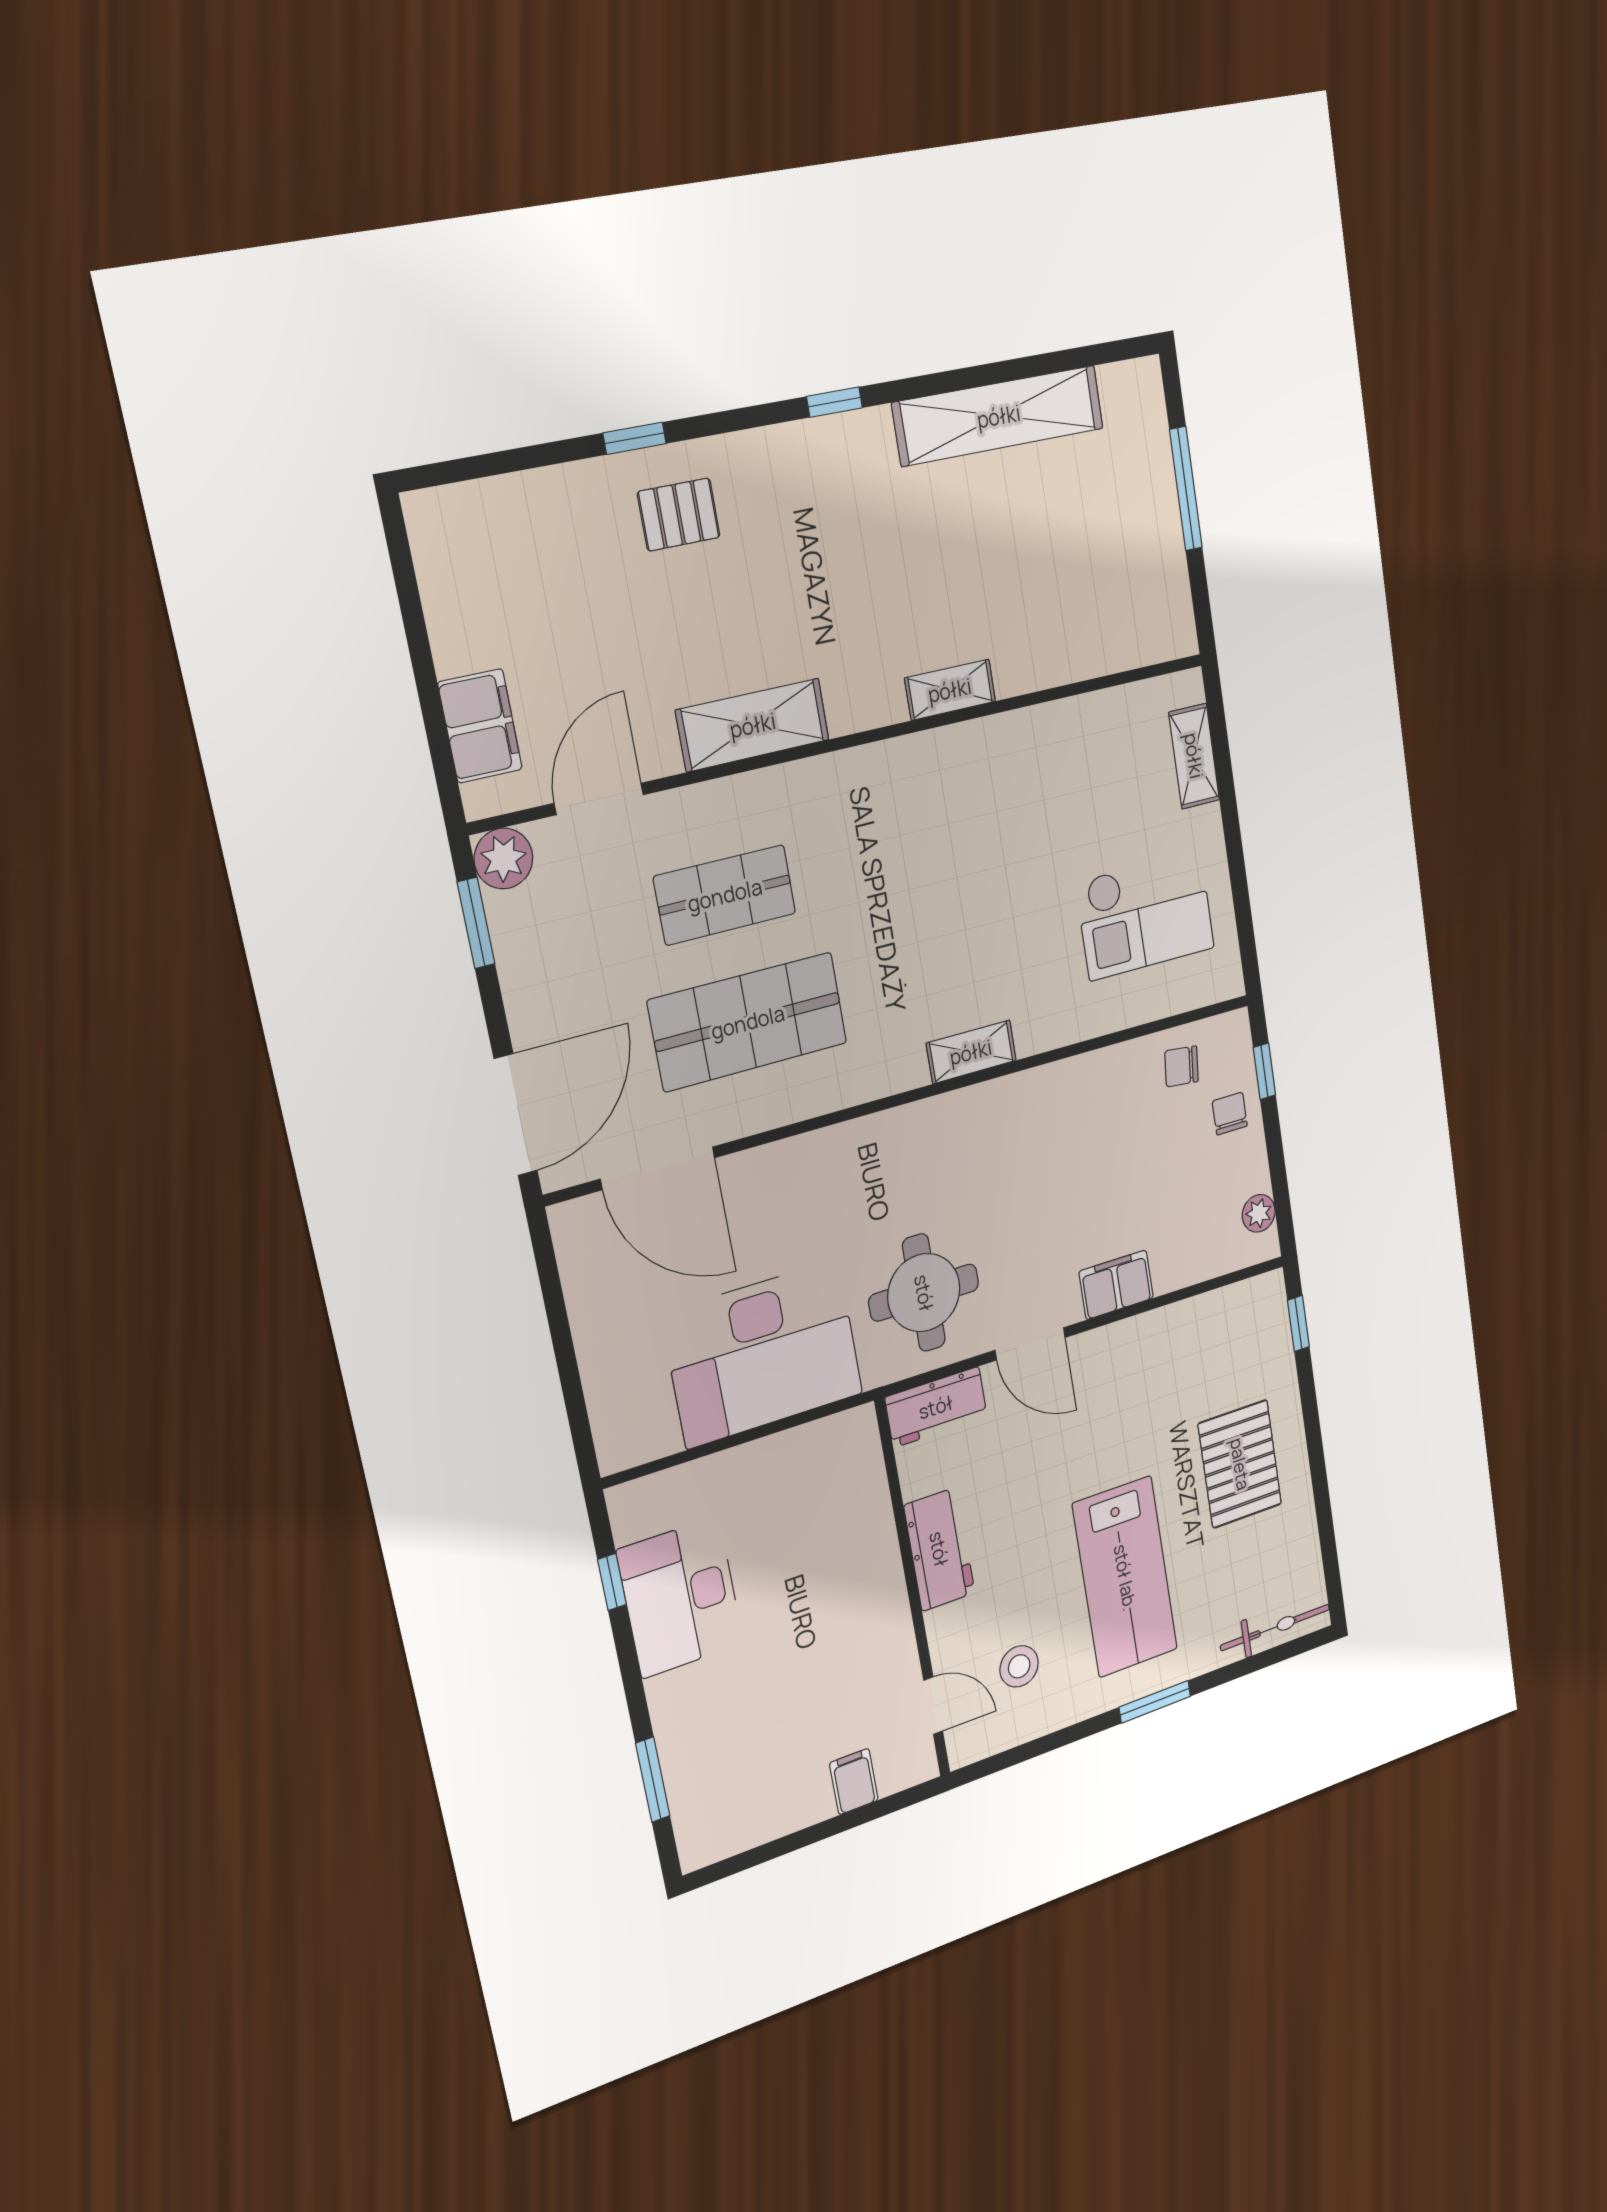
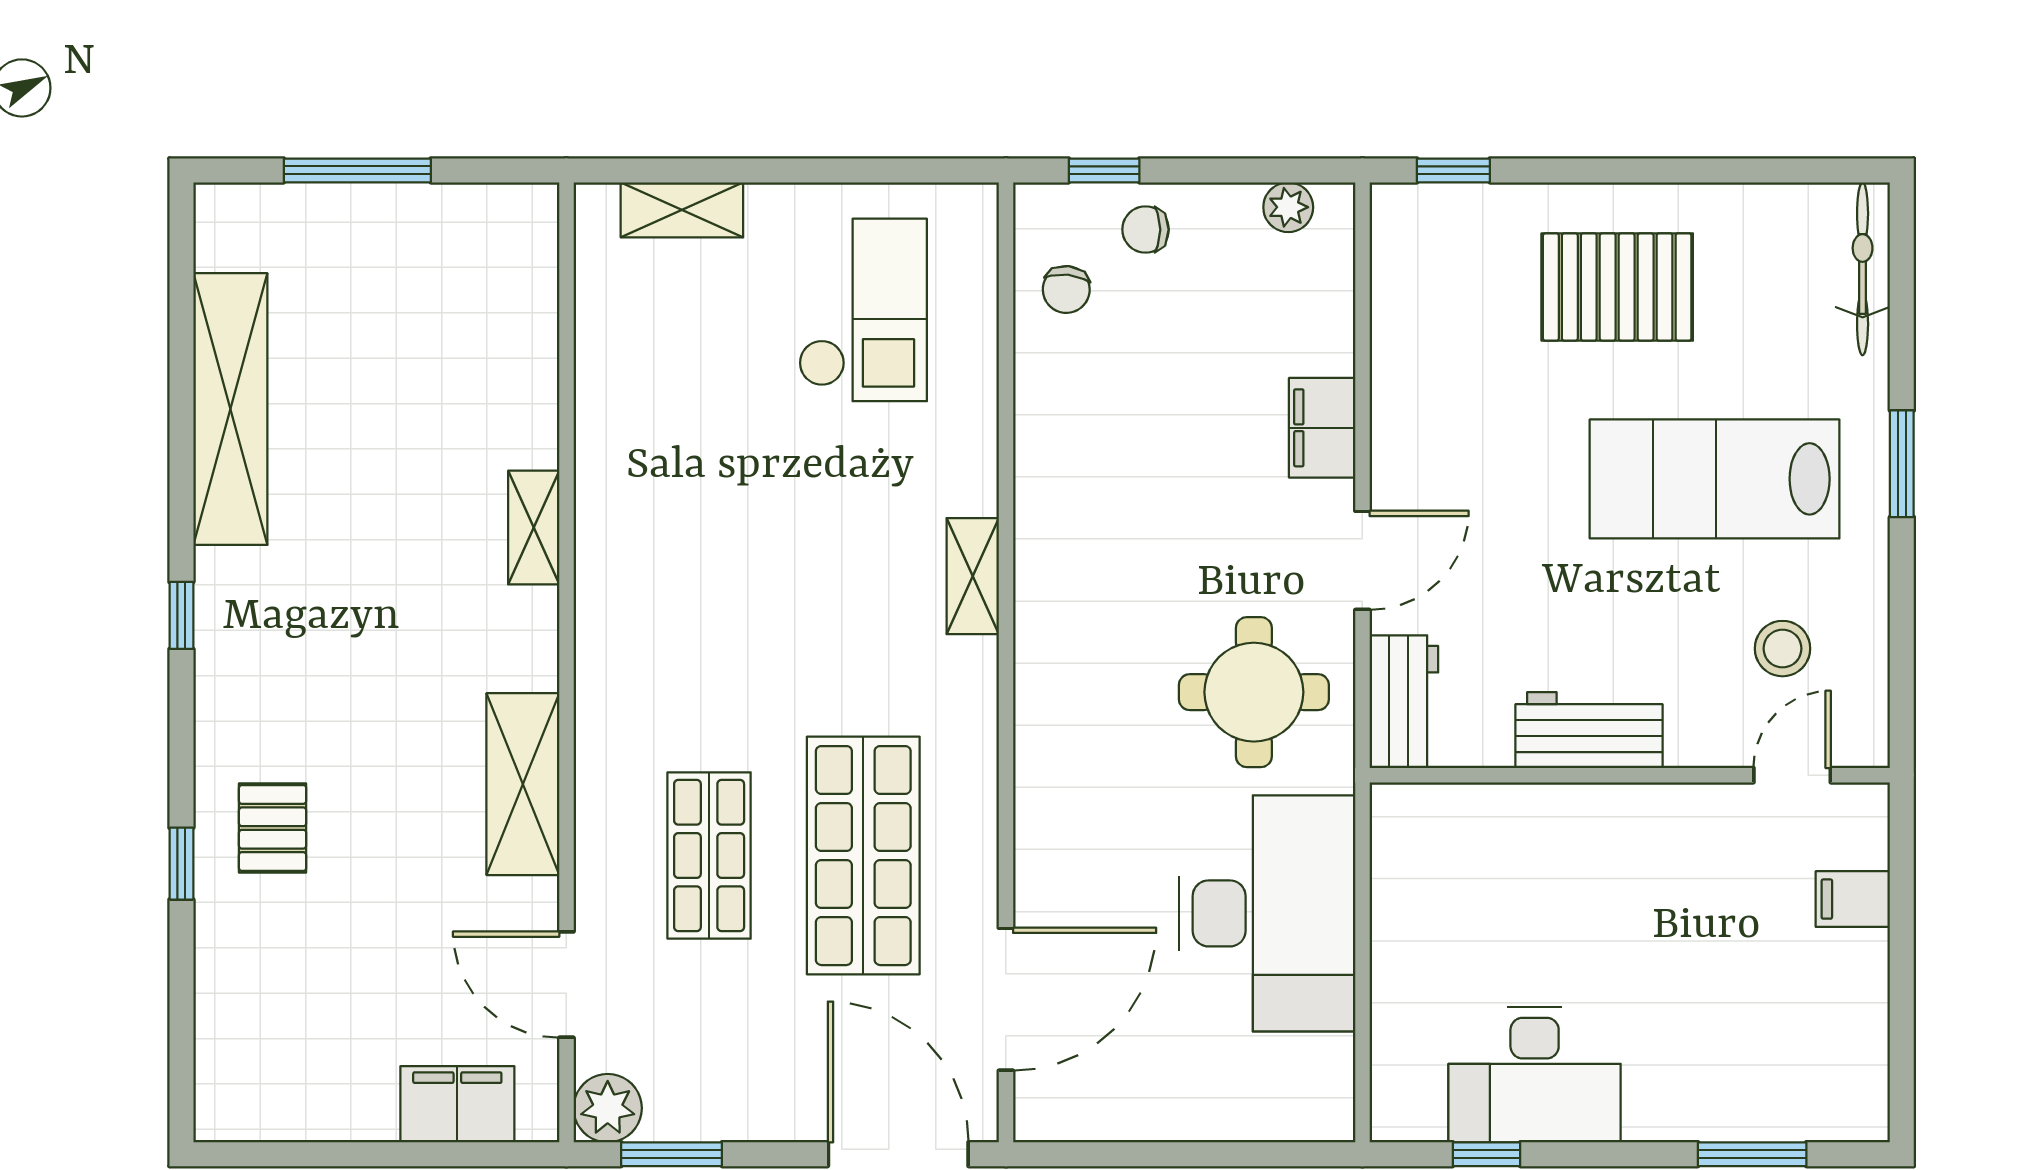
lab bench: (1125, 1577) -> (1715, 479), turned 180

